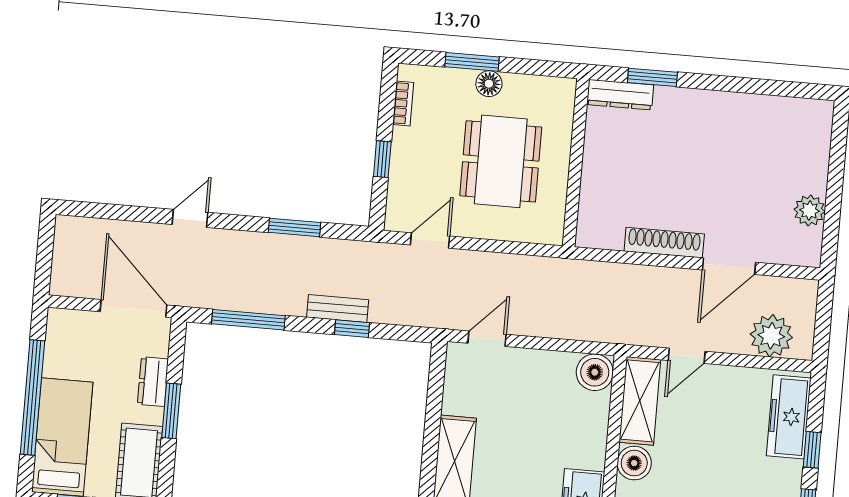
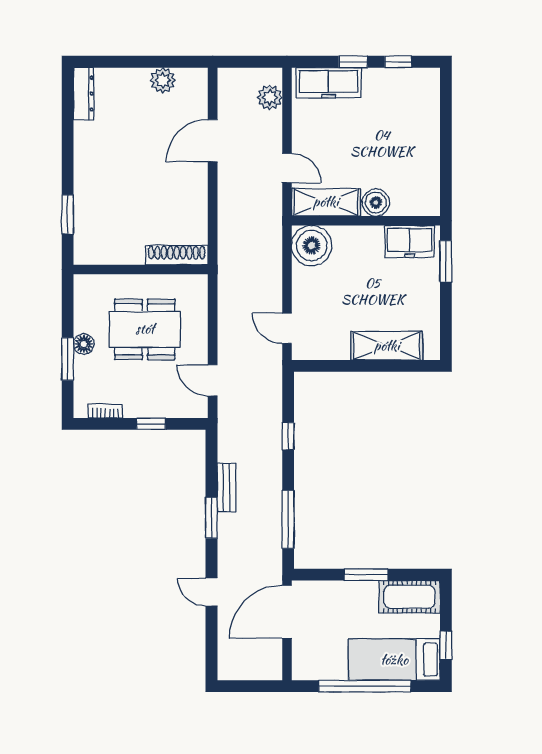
dresser: (620, 95) -> (84, 94), moved
door: (190, 218) -> (211, 592), moved
window: (294, 227) -> (211, 518), moved
shoe rack: (664, 243) -> (177, 255), moved, turned 90
door: (729, 266) -> (213, 141), swing flipped
bench: (338, 308) -> (226, 488), moved
plant: (771, 336) -> (270, 98), width x0.73, depth x0.73
boiler: (595, 372) -> (312, 246), width x1.37, depth x1.37
dresser: (153, 382) -> (344, 591), removed

